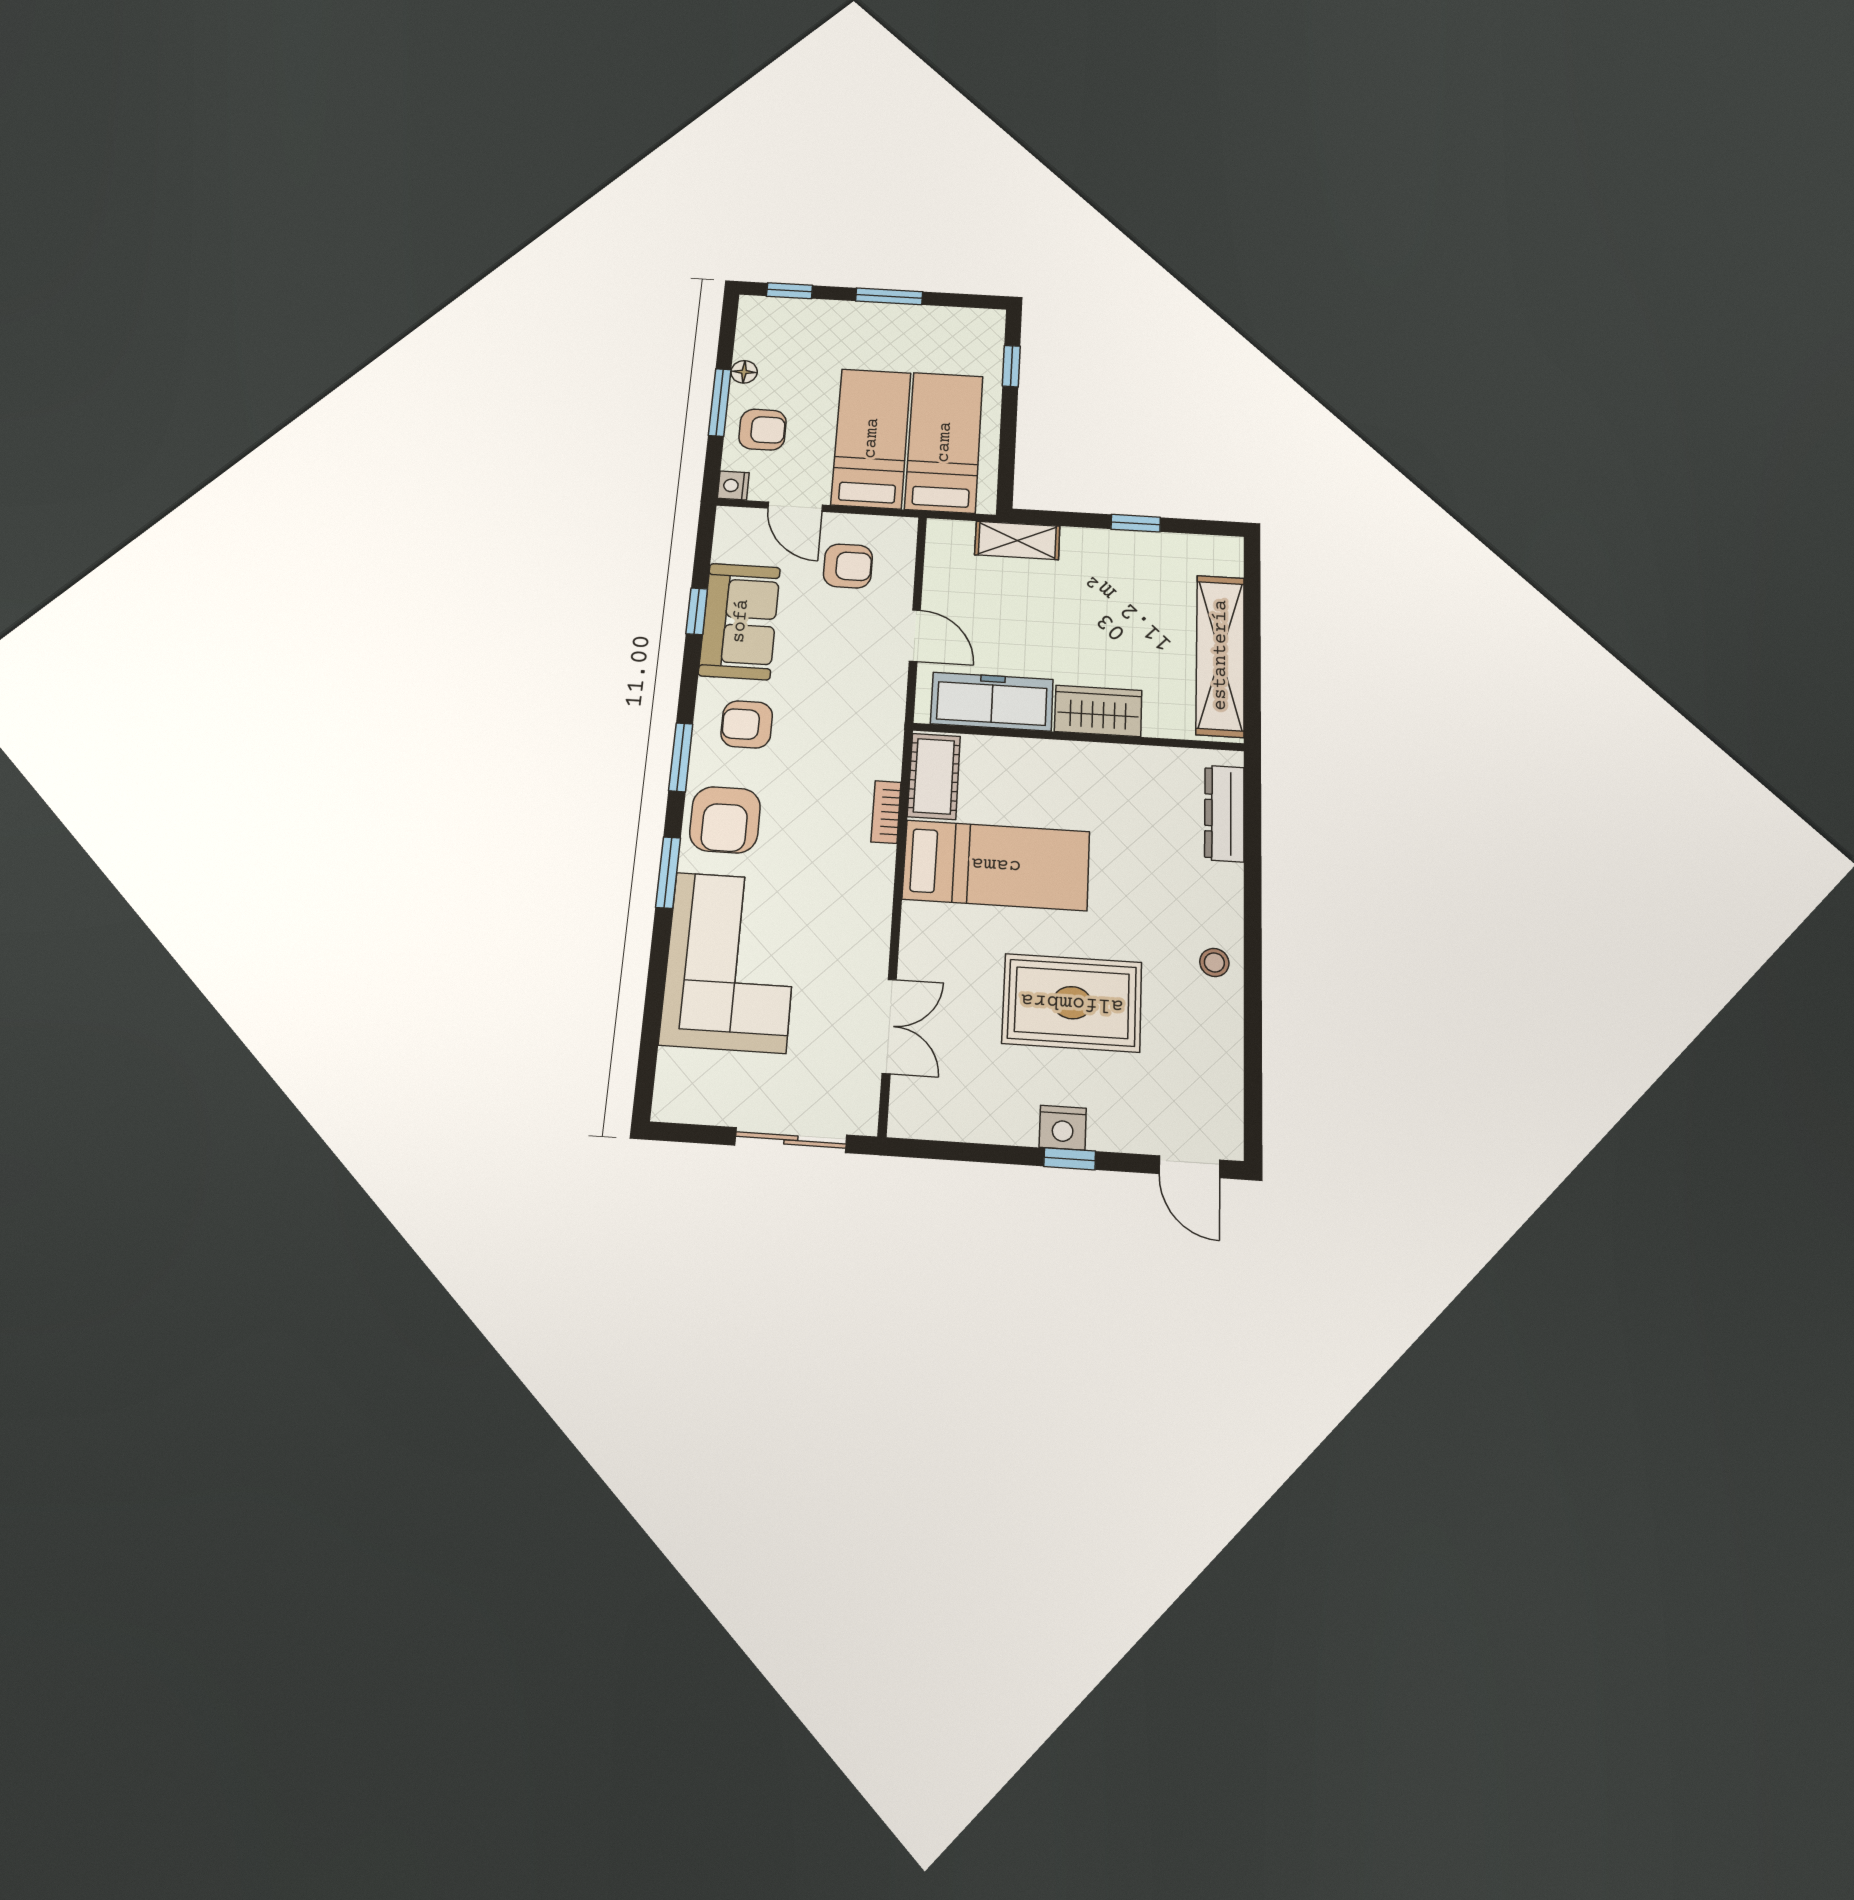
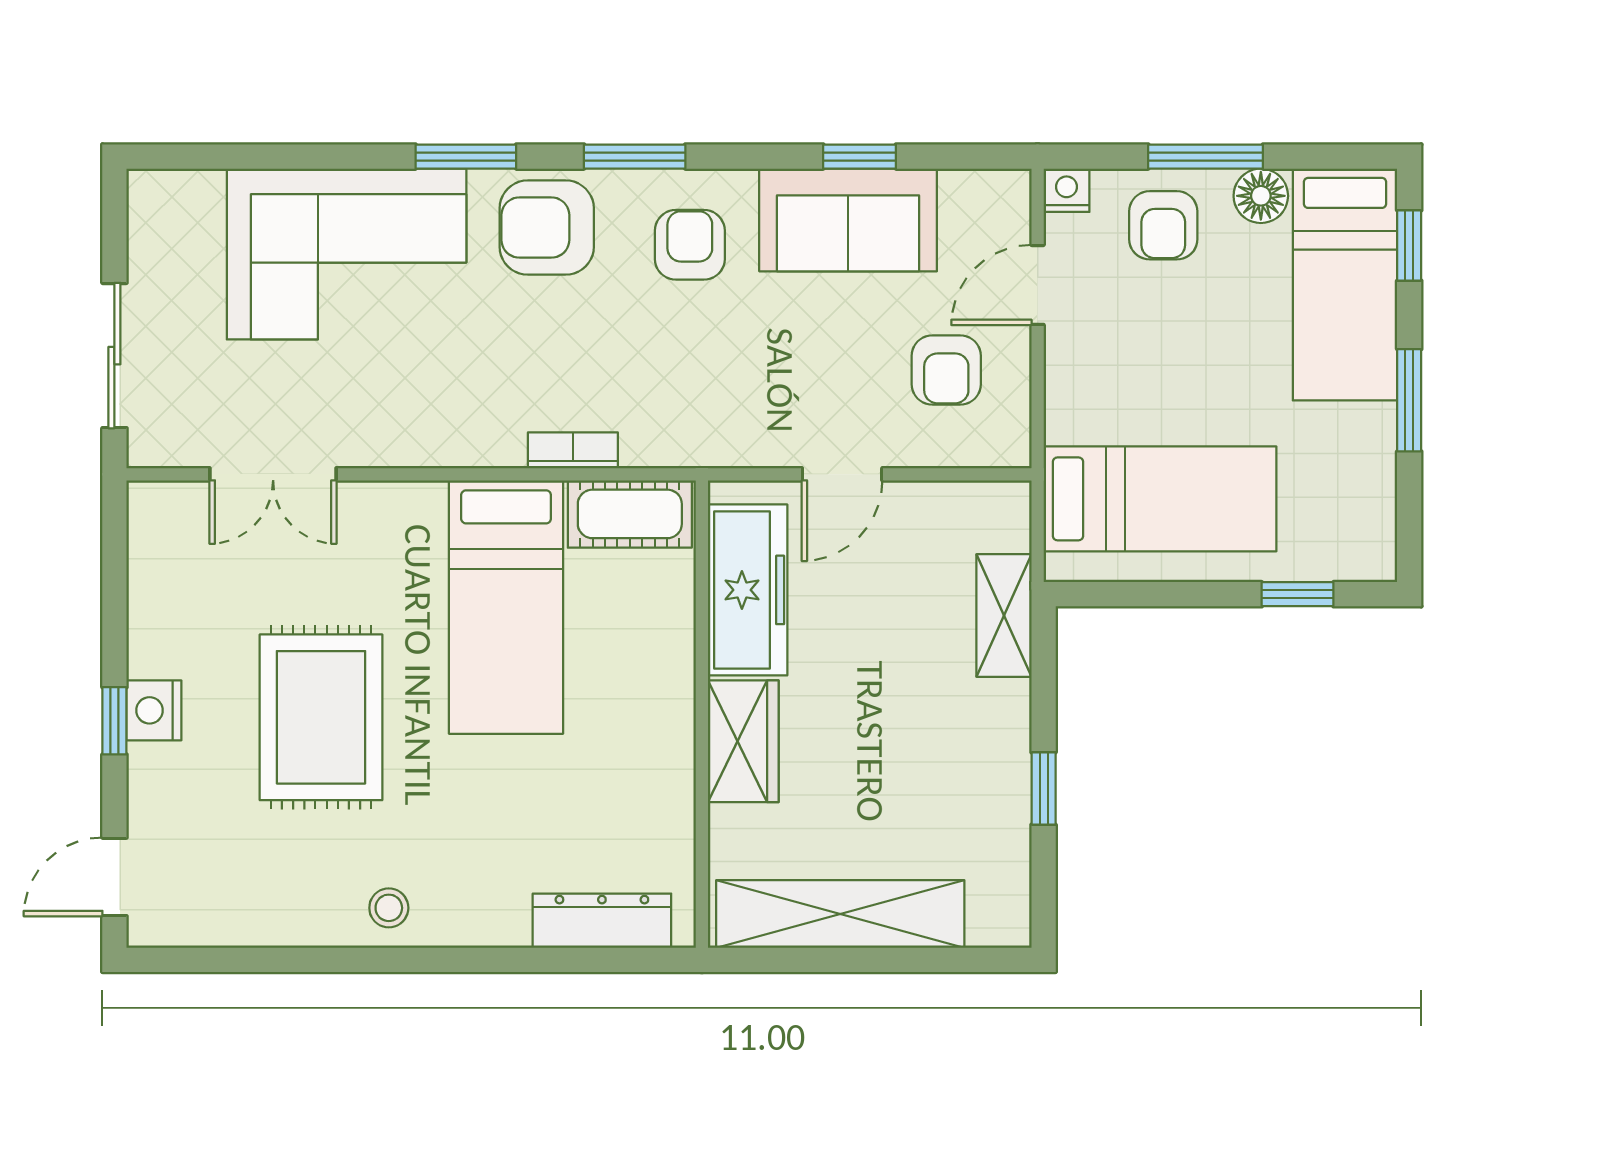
floor lamp: (744, 372) -> (1261, 196), width x1.37, depth x1.37
bed: (871, 438) -> (1345, 285), moved, turned 90

